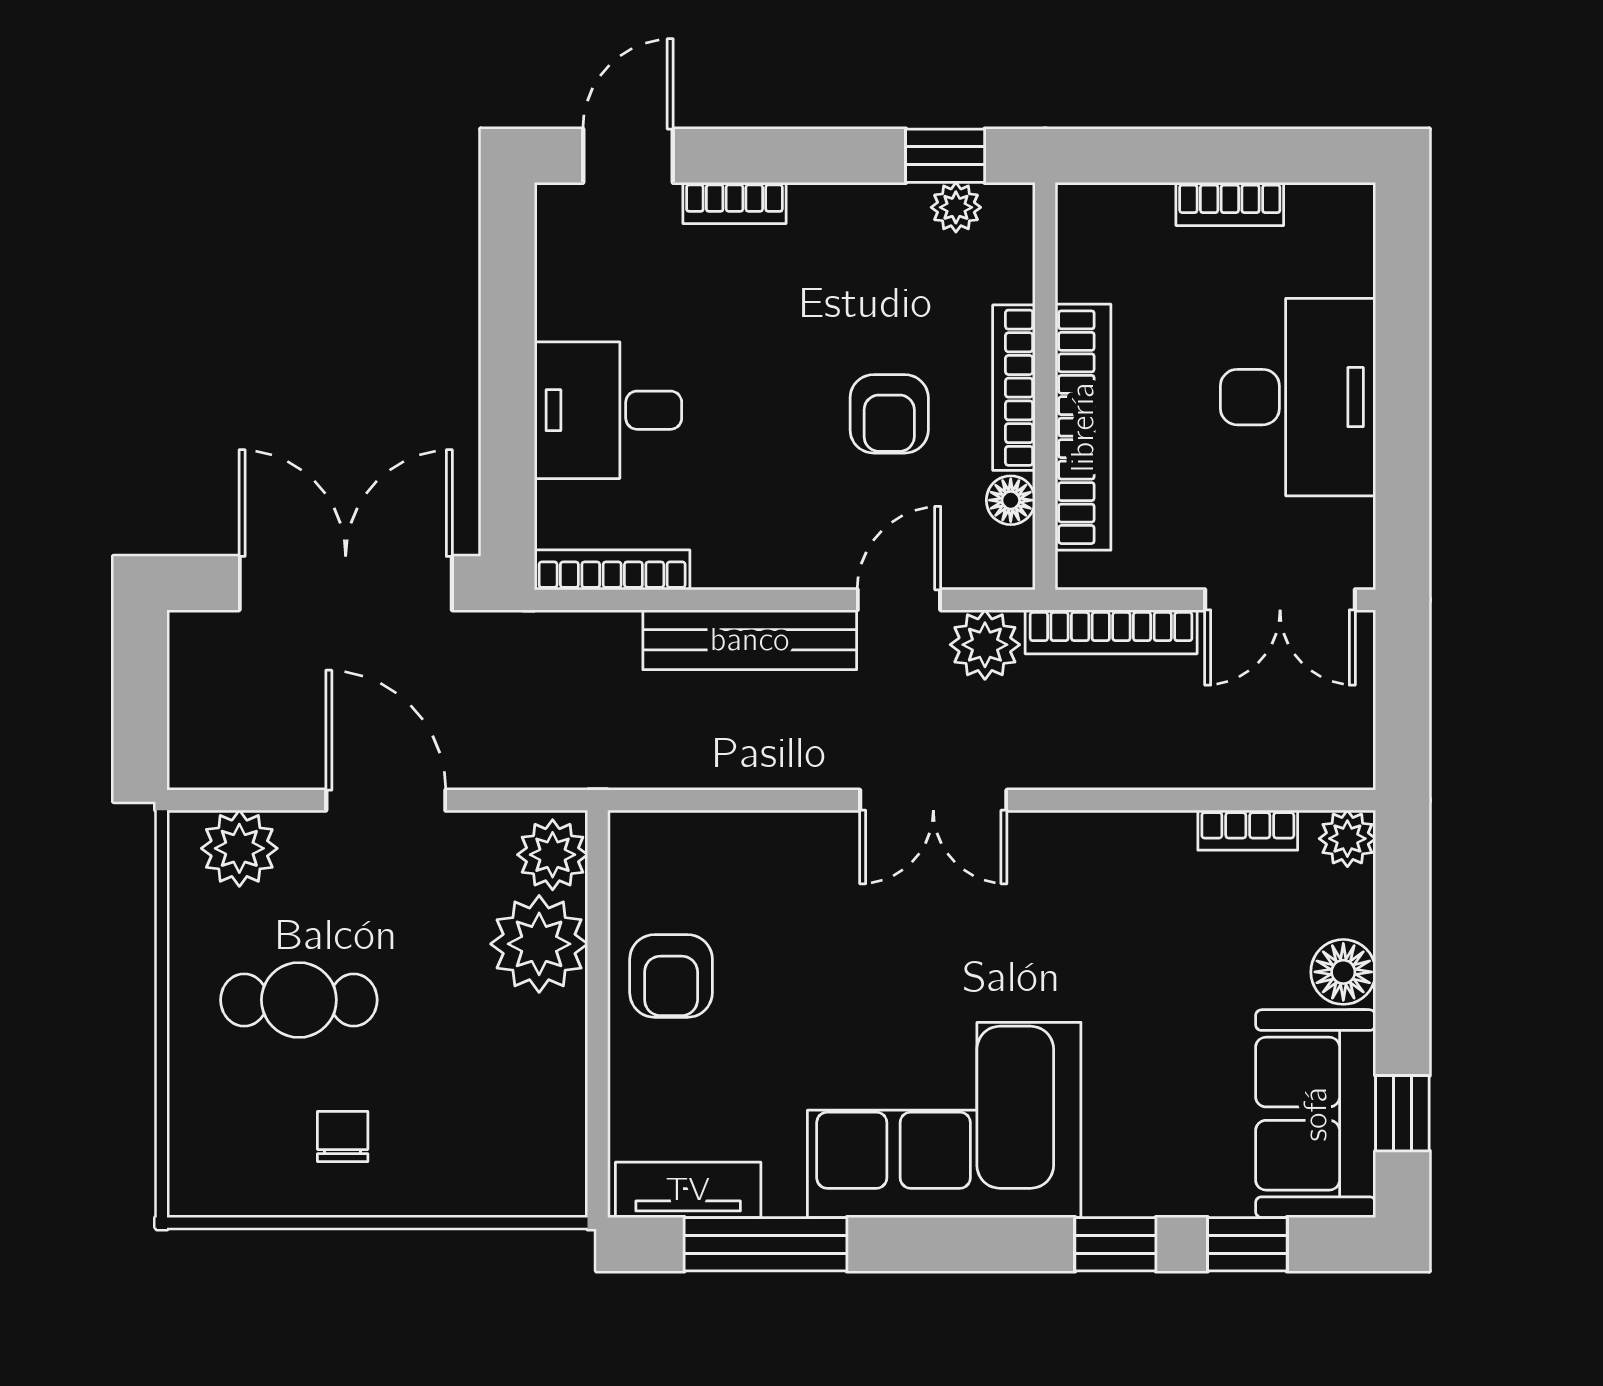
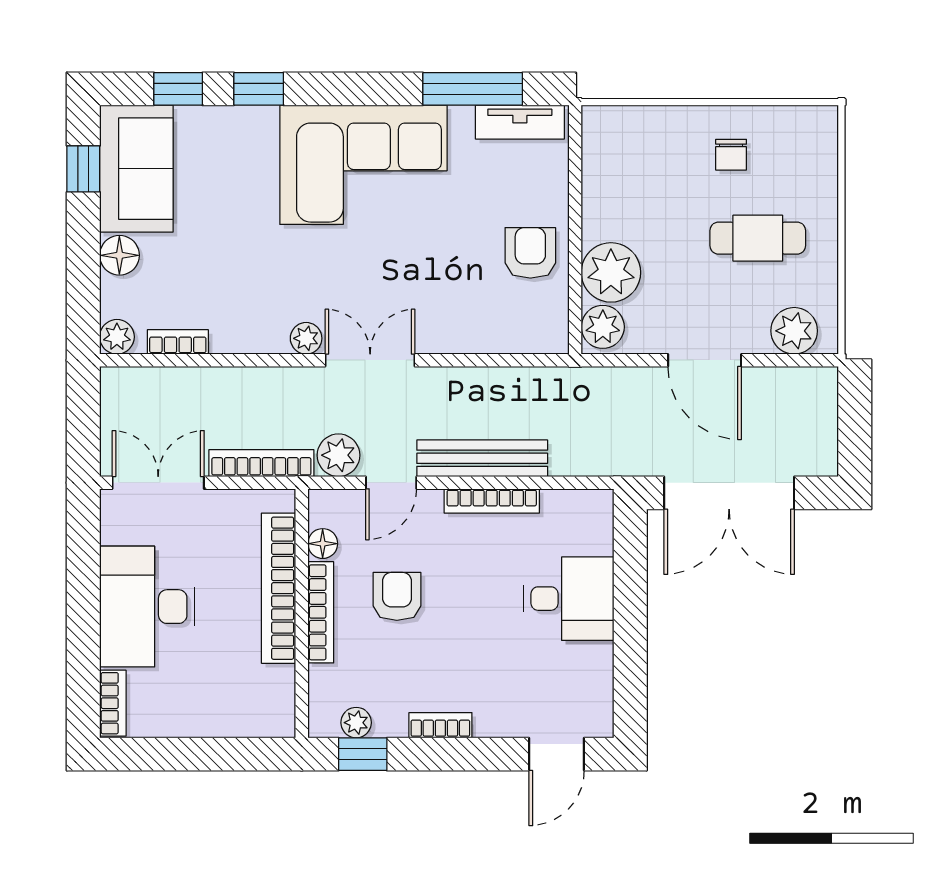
bookcase: (734, 203) -> (440, 725), moved
bookcase: (1230, 204) -> (113, 703), moved, turned 90
bookcase: (612, 570) -> (492, 501), moved
plant: (1038, 836) -> (306, 338), added

